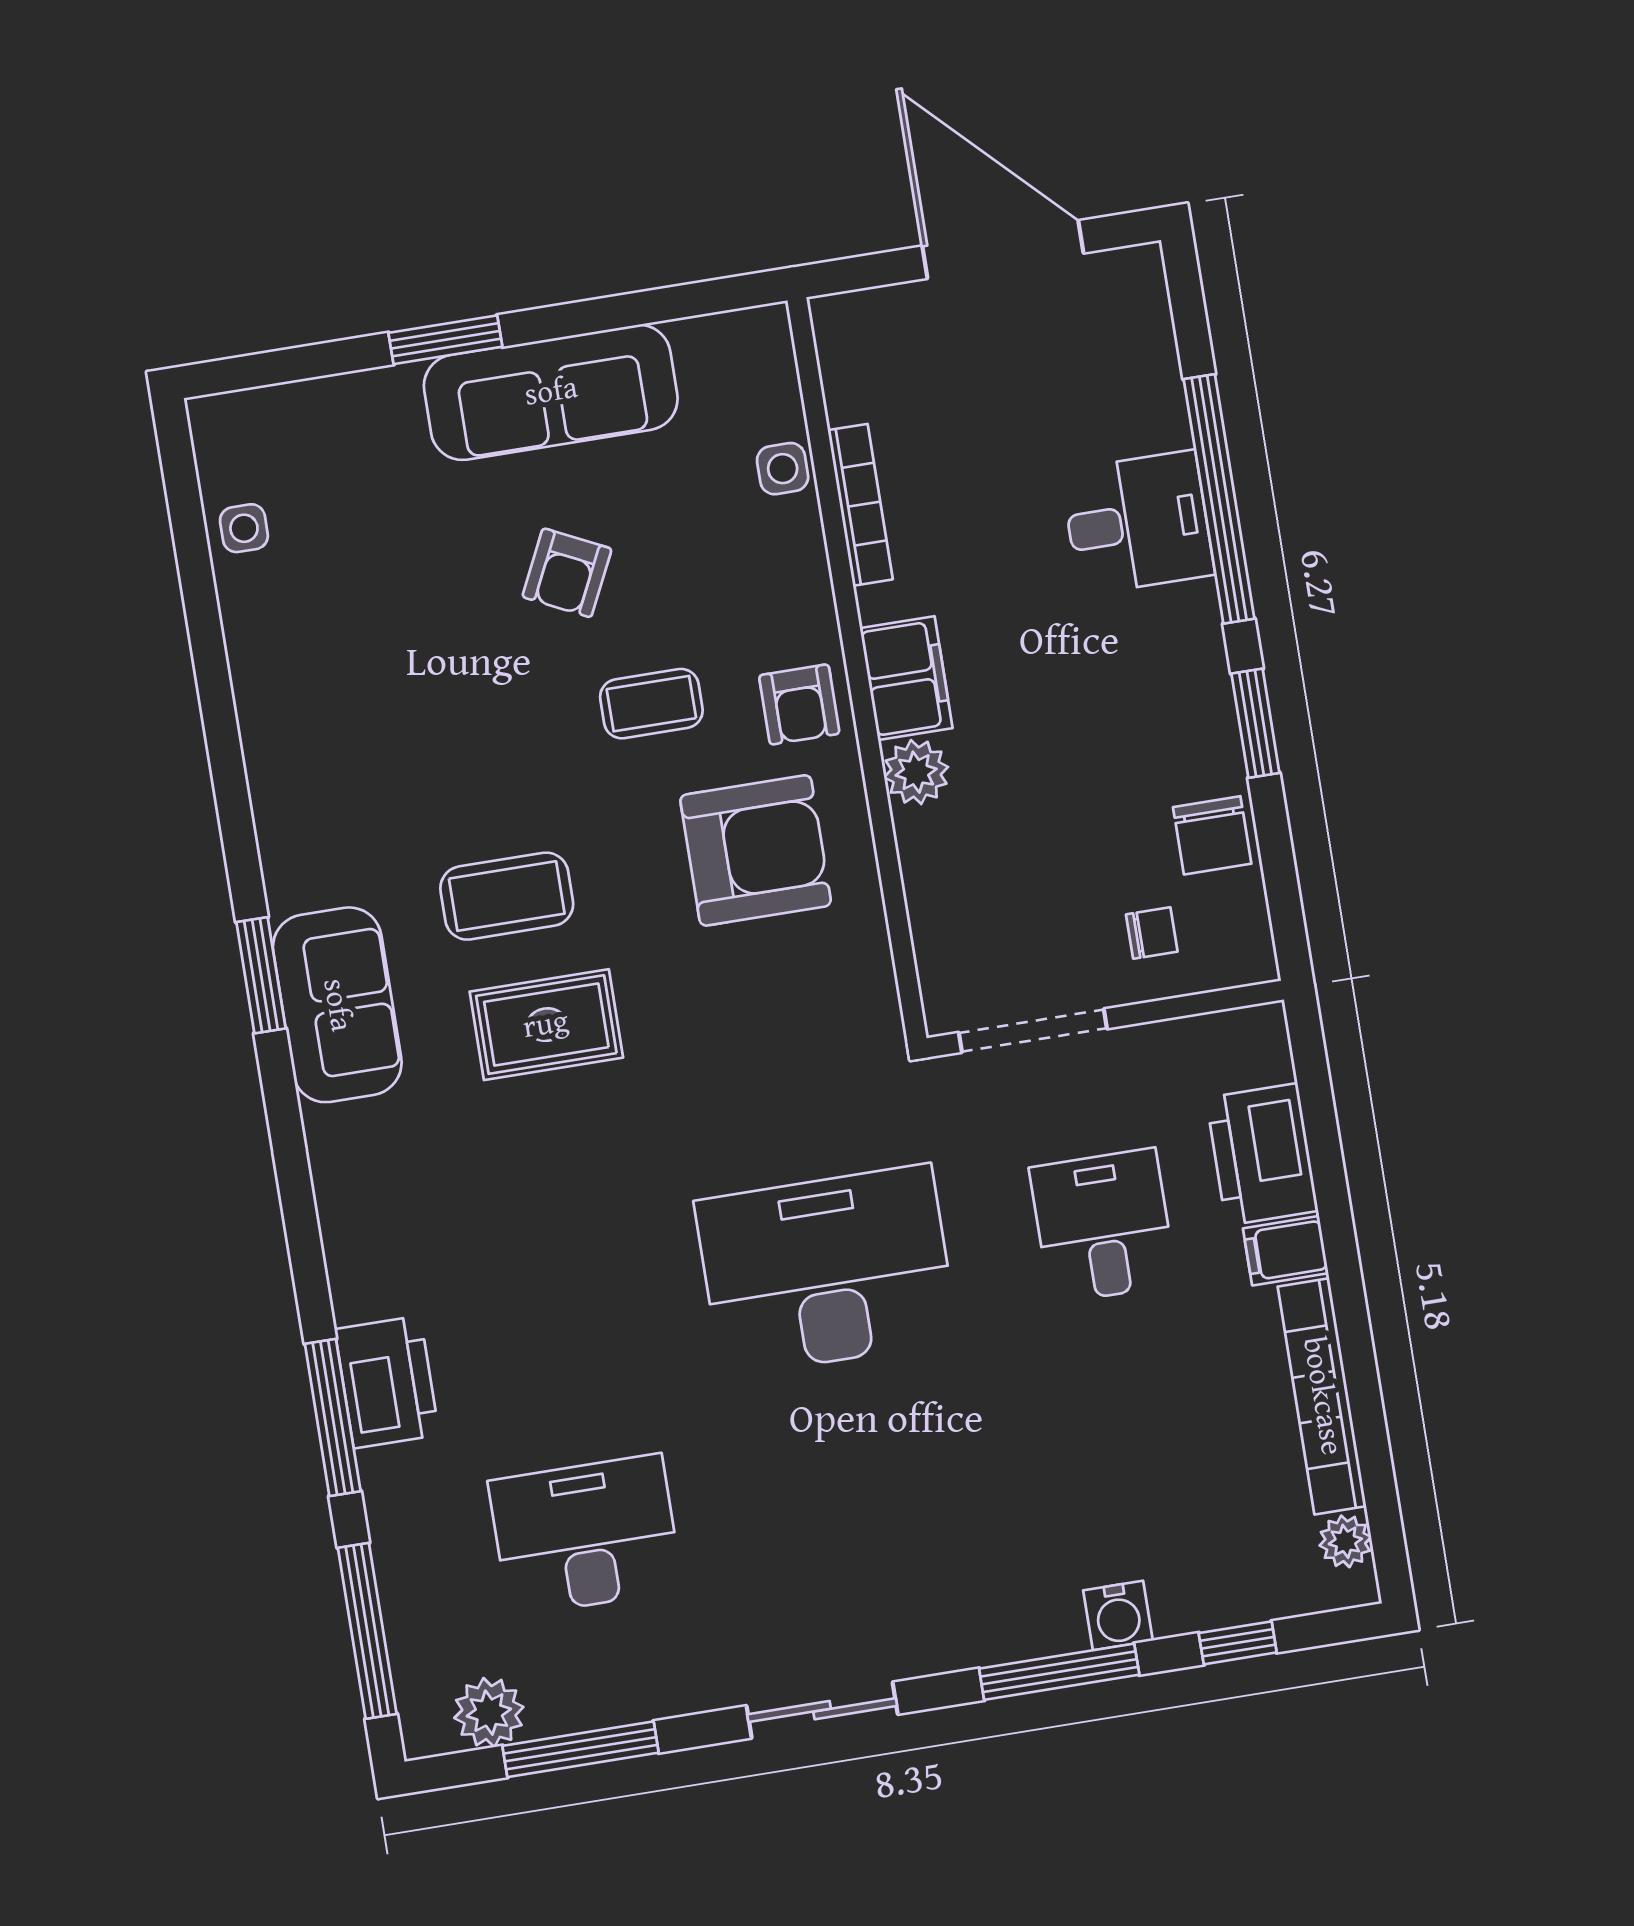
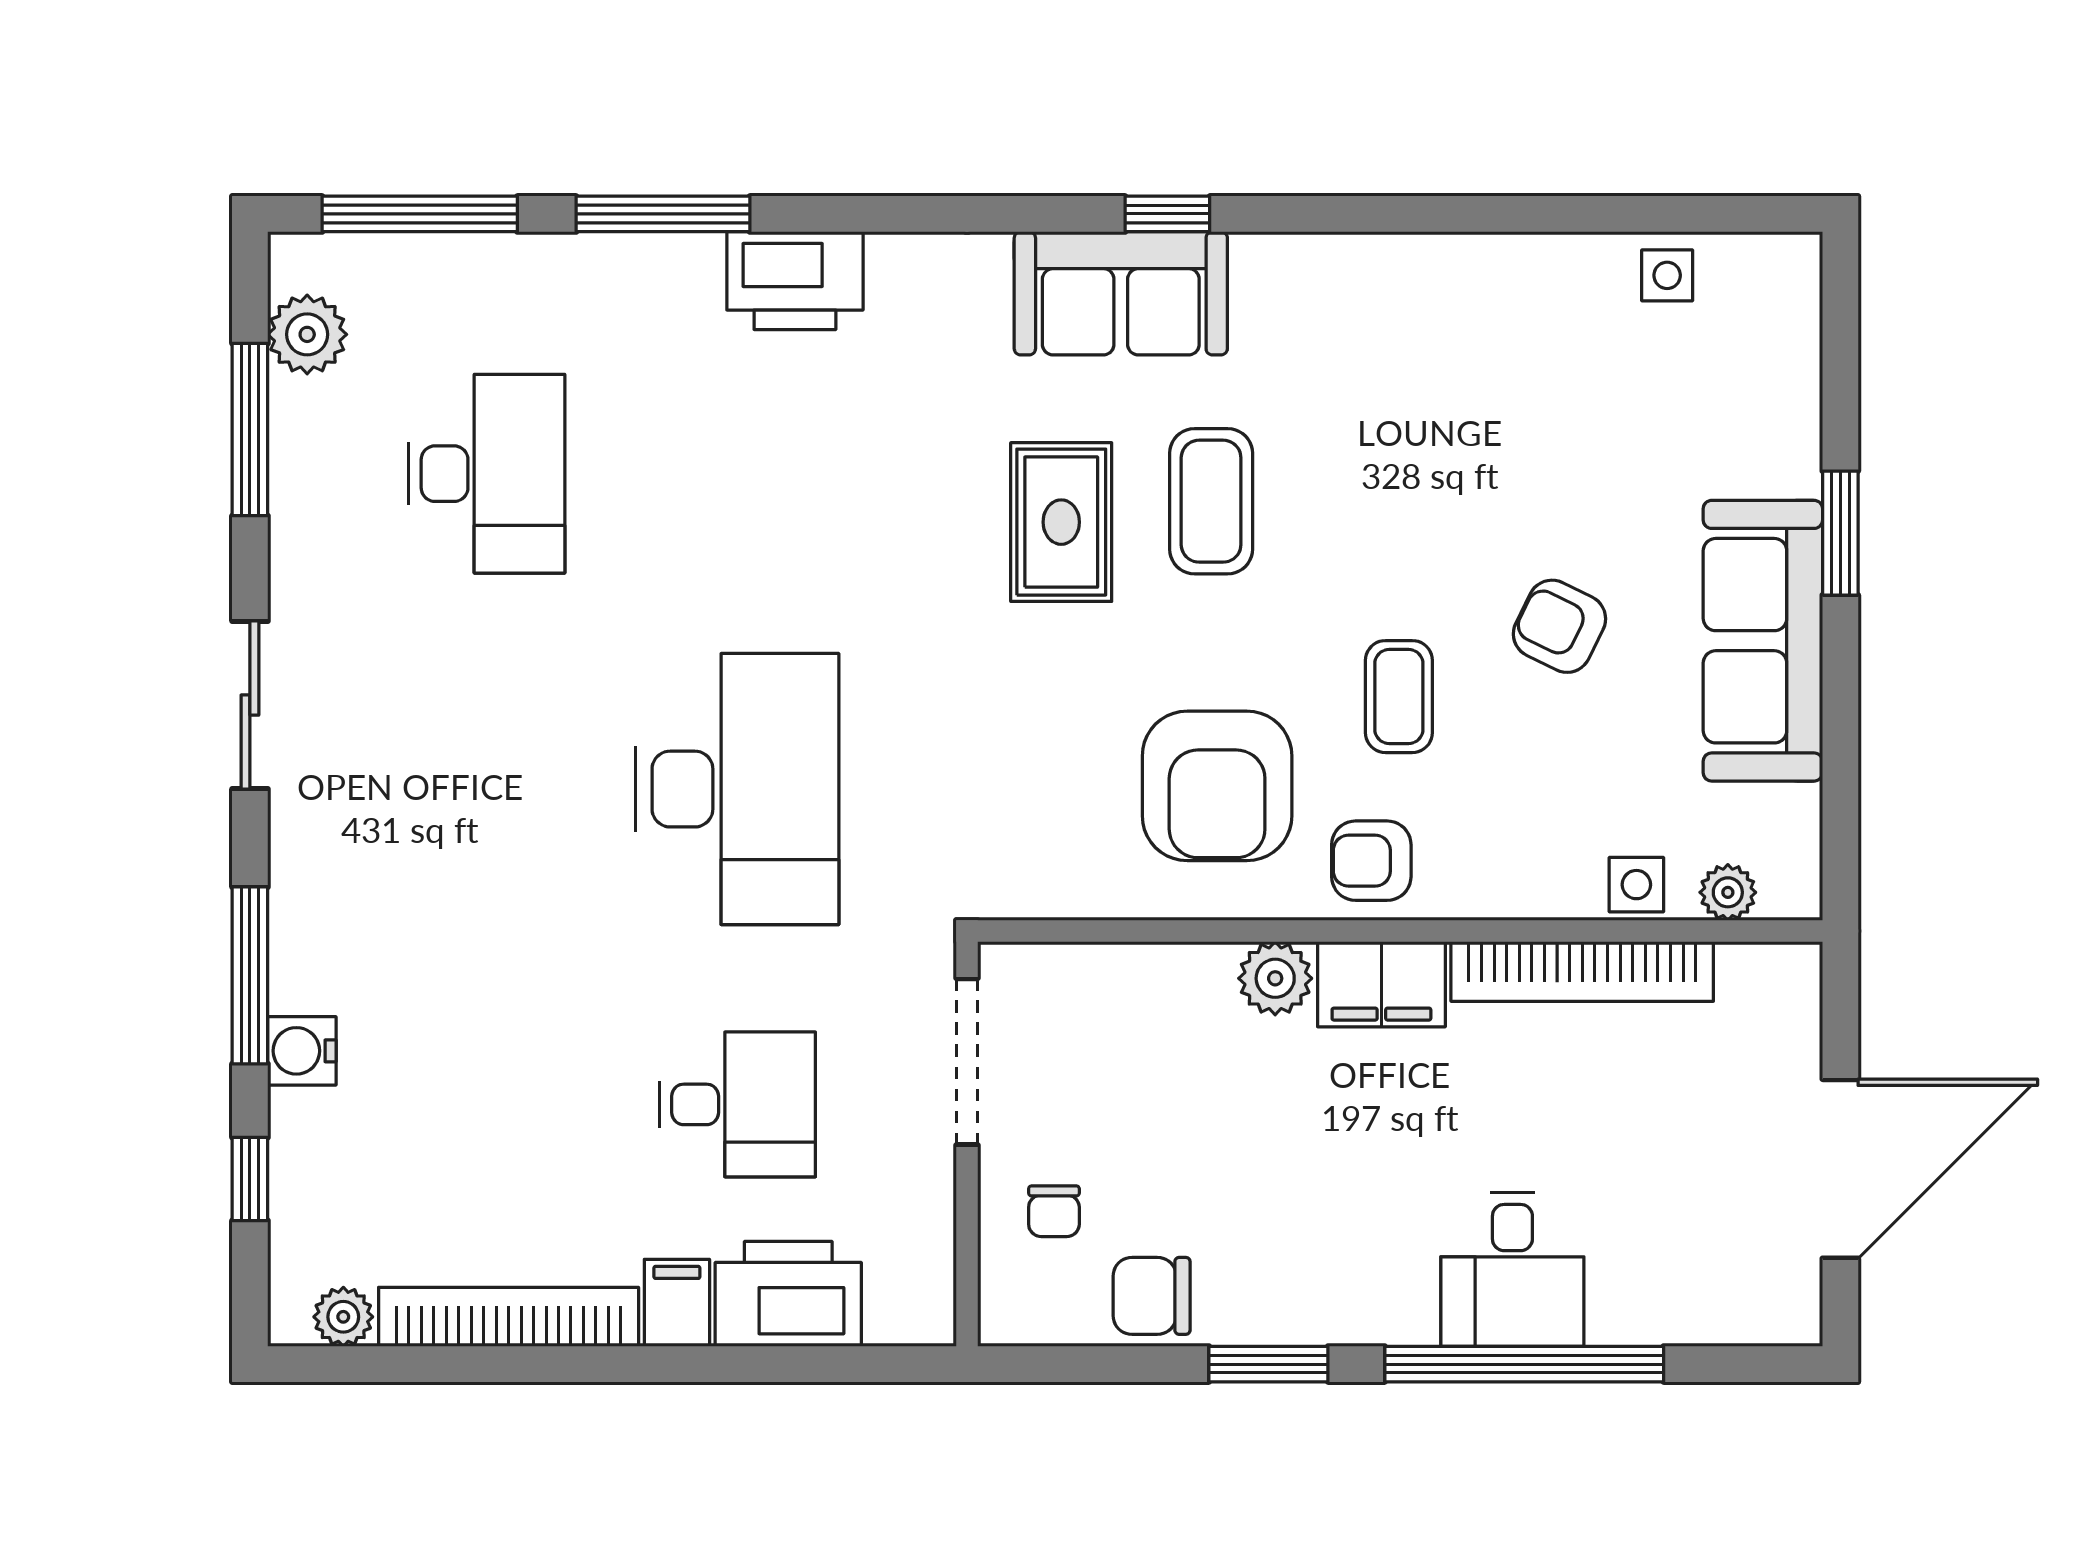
plant: (776, 387) -> (1728, 892), added
bookcase: (860, 505) -> (1582, 971), width x1.48, depth x1.31
window: (261, 975) -> (1167, 214), width x0.67
printer: (387, 1382) -> (795, 281), moved

